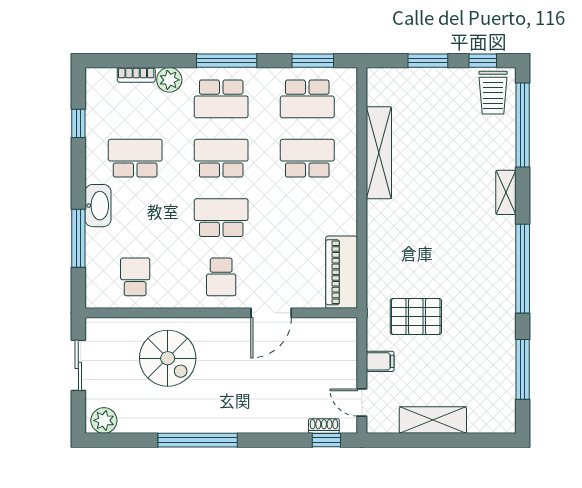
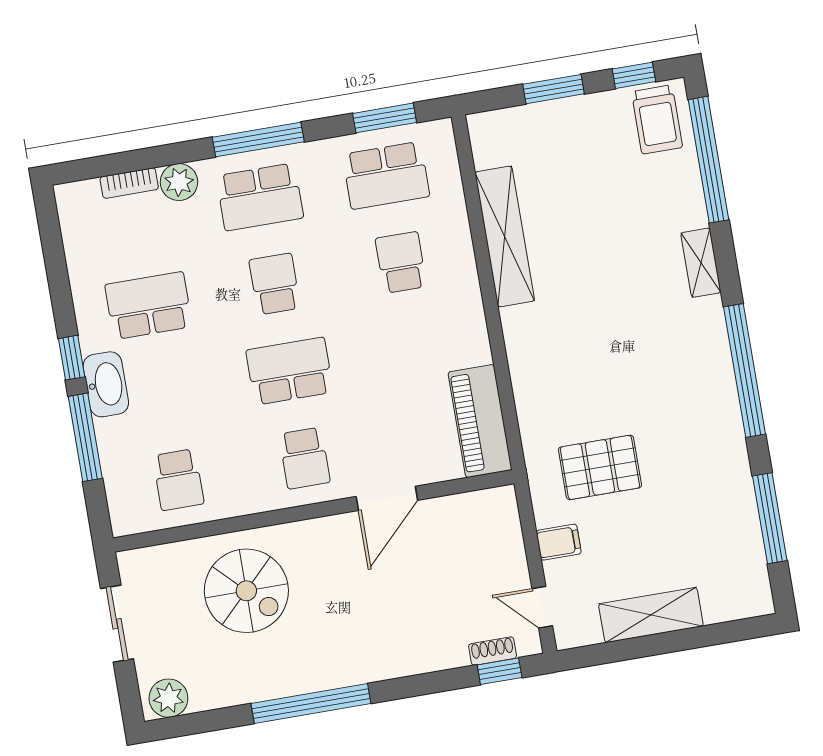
window: (78, 123) -> (72, 358), moved
school desk: (221, 158) -> (275, 284), width x0.54
school desk: (307, 158) -> (401, 262), width x0.54
school desk: (135, 277) -> (178, 480), turned 180

